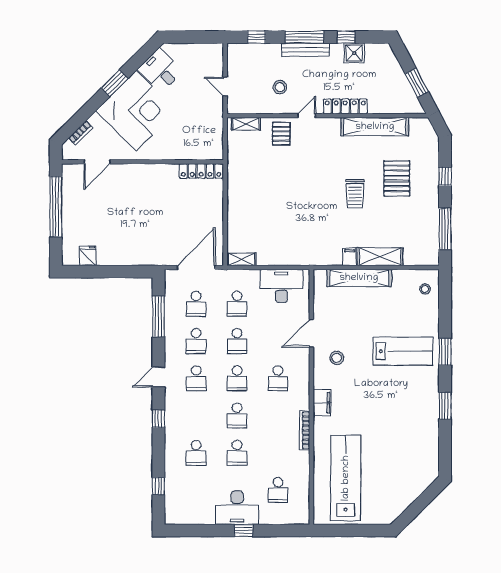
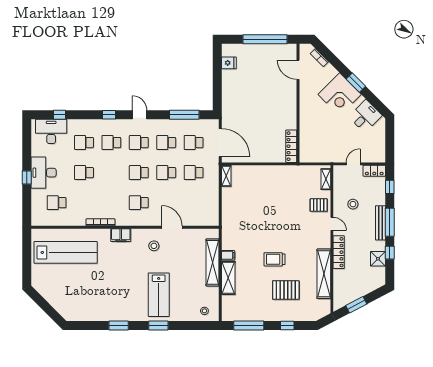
locker: (235, 58) -> (374, 171), added
corner desk: (136, 111) -> (340, 94), width x0.74, depth x0.74
desk: (282, 286) -> (51, 131), moved, turned -90
school desk: (237, 416) -> (111, 143), moved

